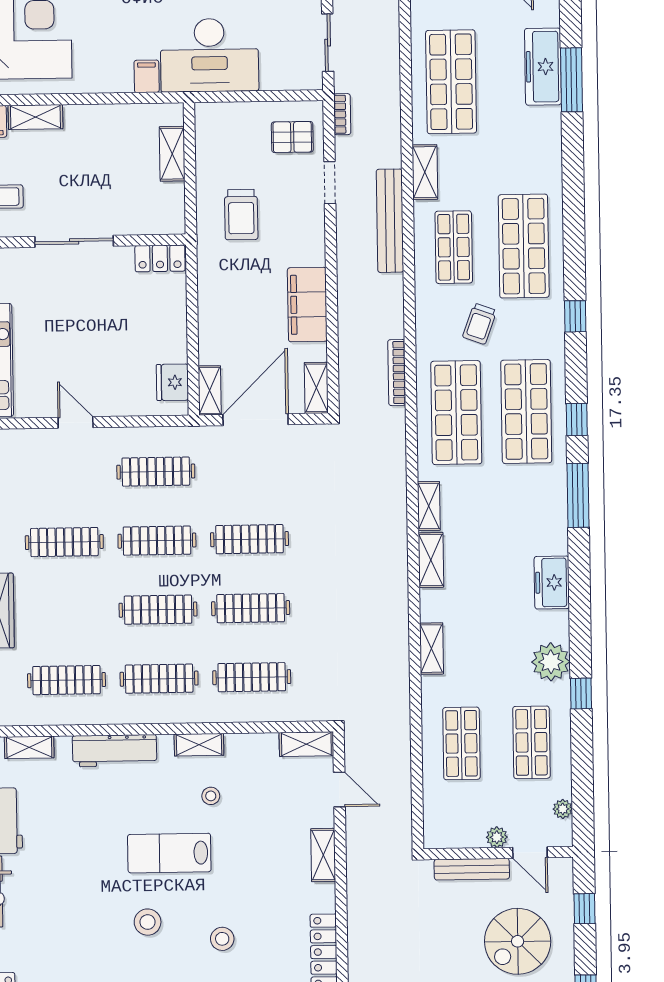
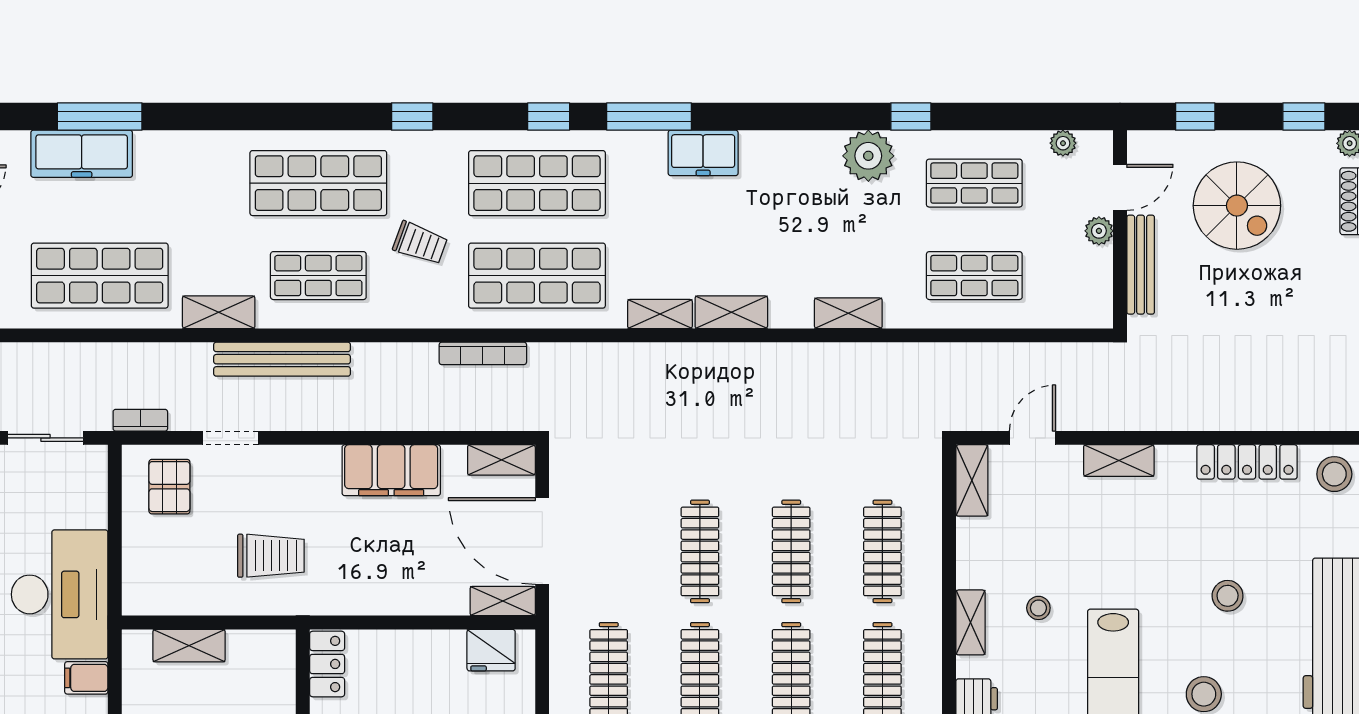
freezer: (552, 582) -> (703, 153), moved

